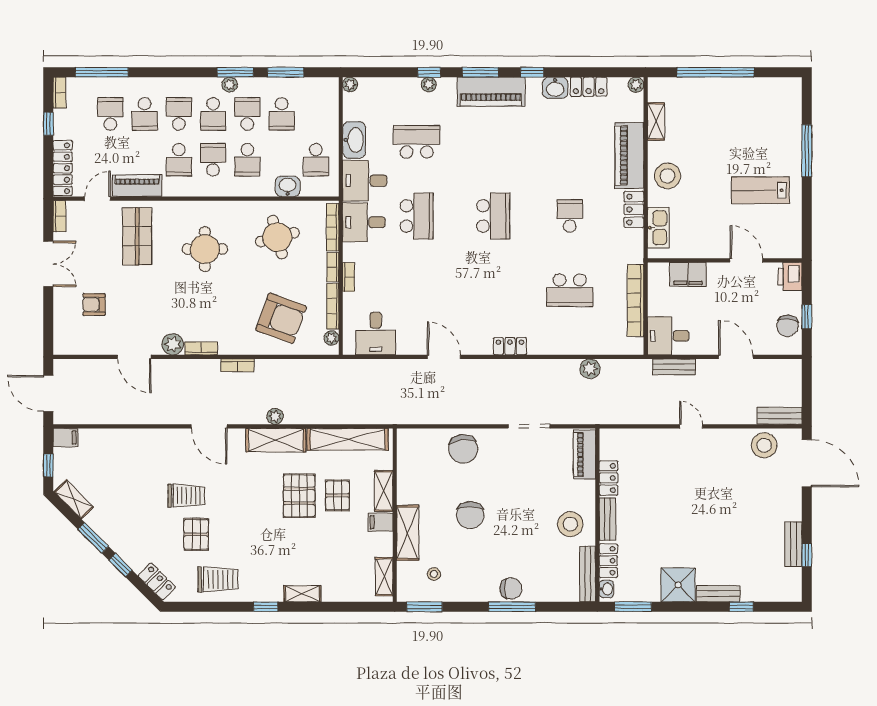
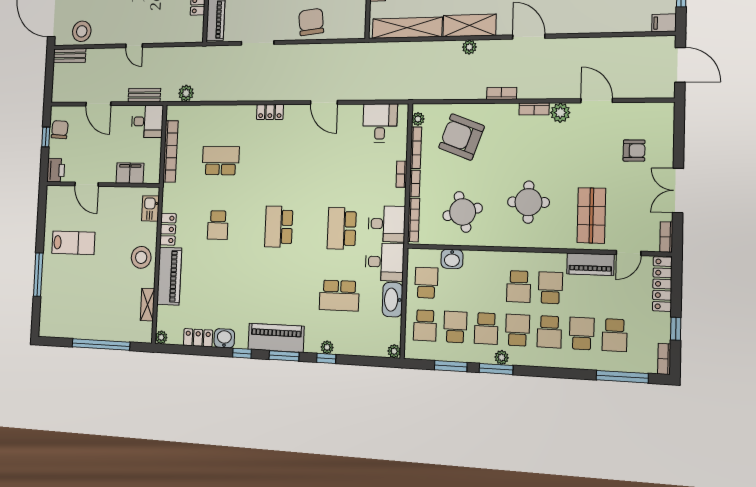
school desk: (247, 160) -> (425, 325), moved, turned 180
kitchen sink: (658, 228) -> (150, 208), width x0.73
plant: (590, 369) -> (186, 93), moved

